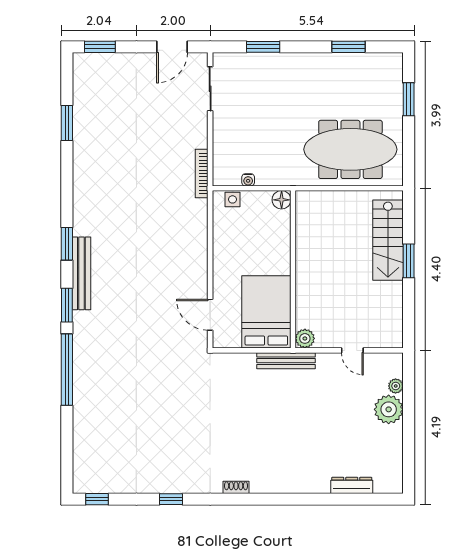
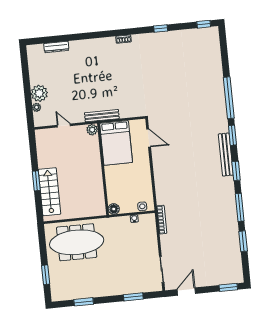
window: (67, 181) -> (240, 207), added

